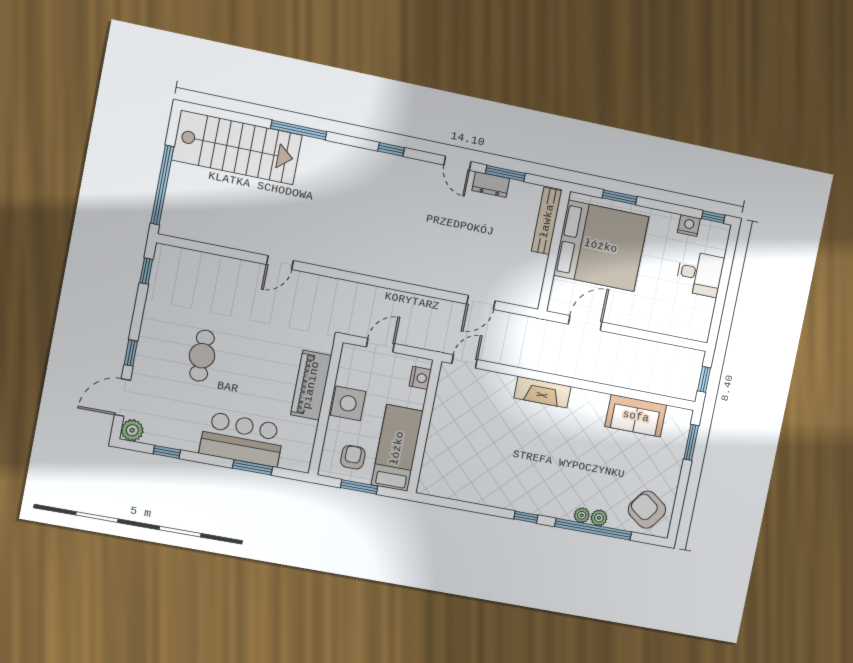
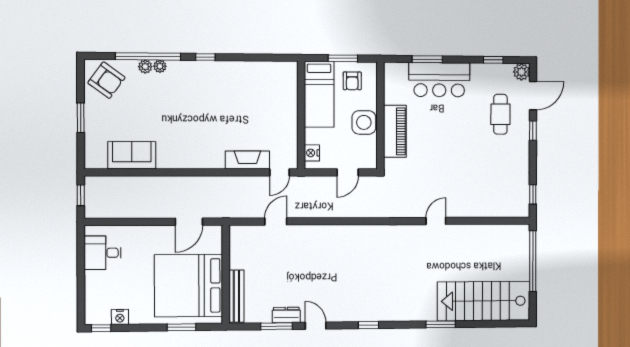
window: (299, 130) -> (441, 324), width x0.69
desk: (700, 274) -> (103, 253), moved
cafe table: (202, 356) -> (500, 114), moved
fireplace: (542, 392) -> (247, 160), moved
window: (691, 442) -> (81, 118), moved

